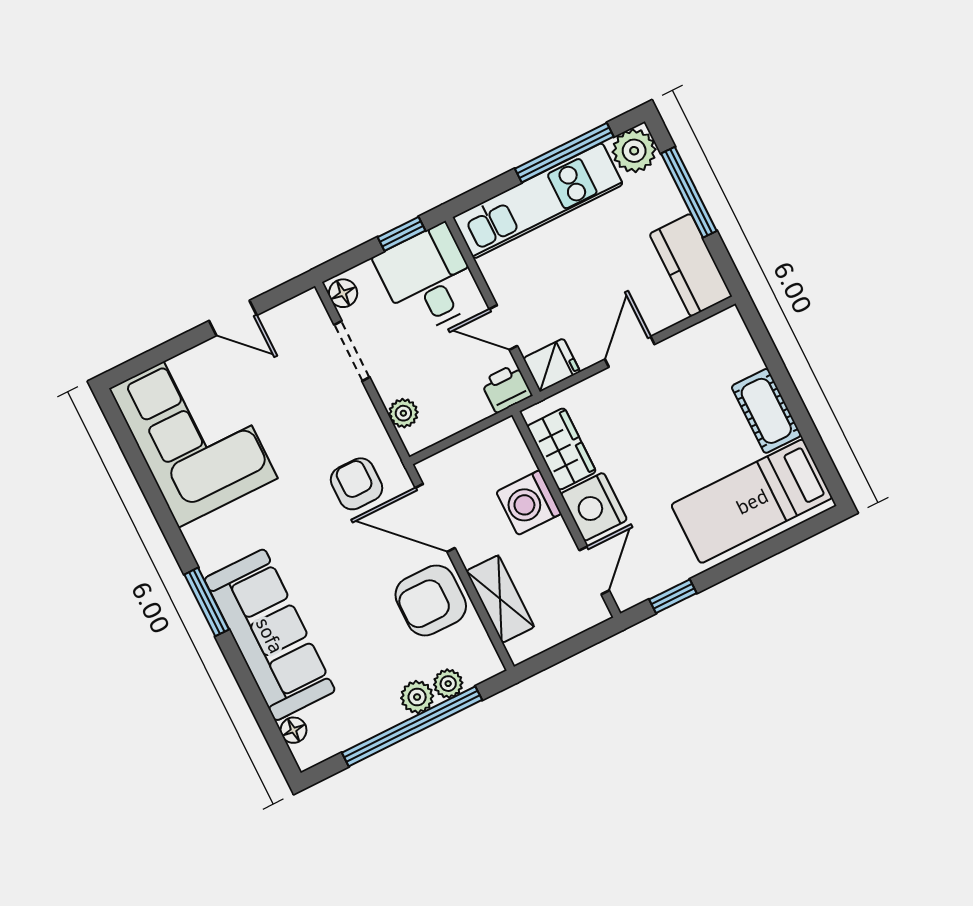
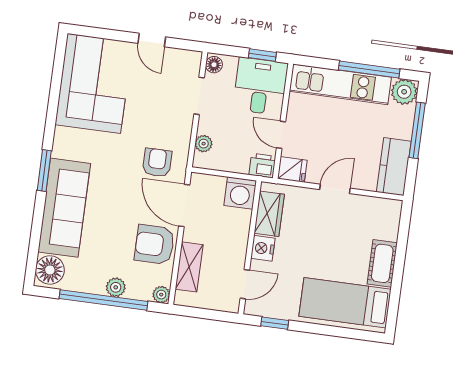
washing machine: (529, 503) -> (240, 193), moved, turned -90
nightstand: (594, 507) -> (263, 248), width x0.74, depth x0.75
plant: (448, 684) -> (161, 295), moved
floor lamp: (294, 730) -> (50, 270), width x1.89, depth x1.89

